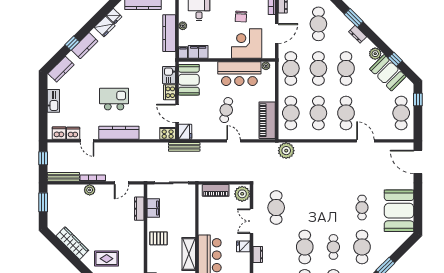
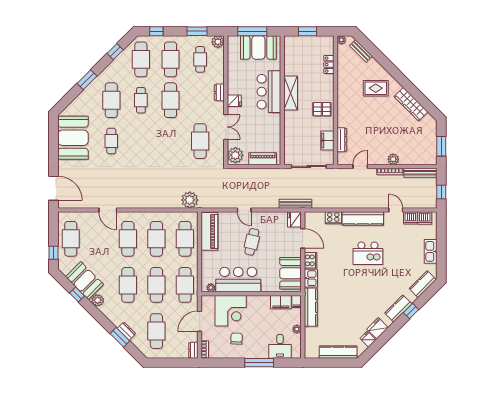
kitchen counter: (169, 33) -> (311, 307), moved
dresser: (358, 34) -> (127, 331), moved
cooker: (168, 133) -> (333, 218), moved

